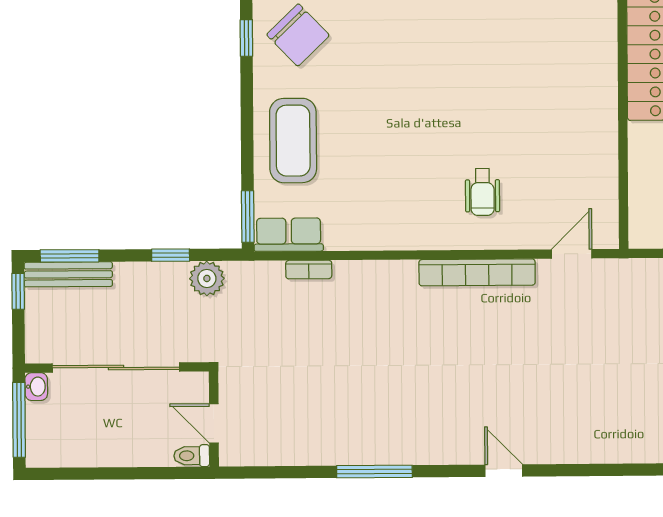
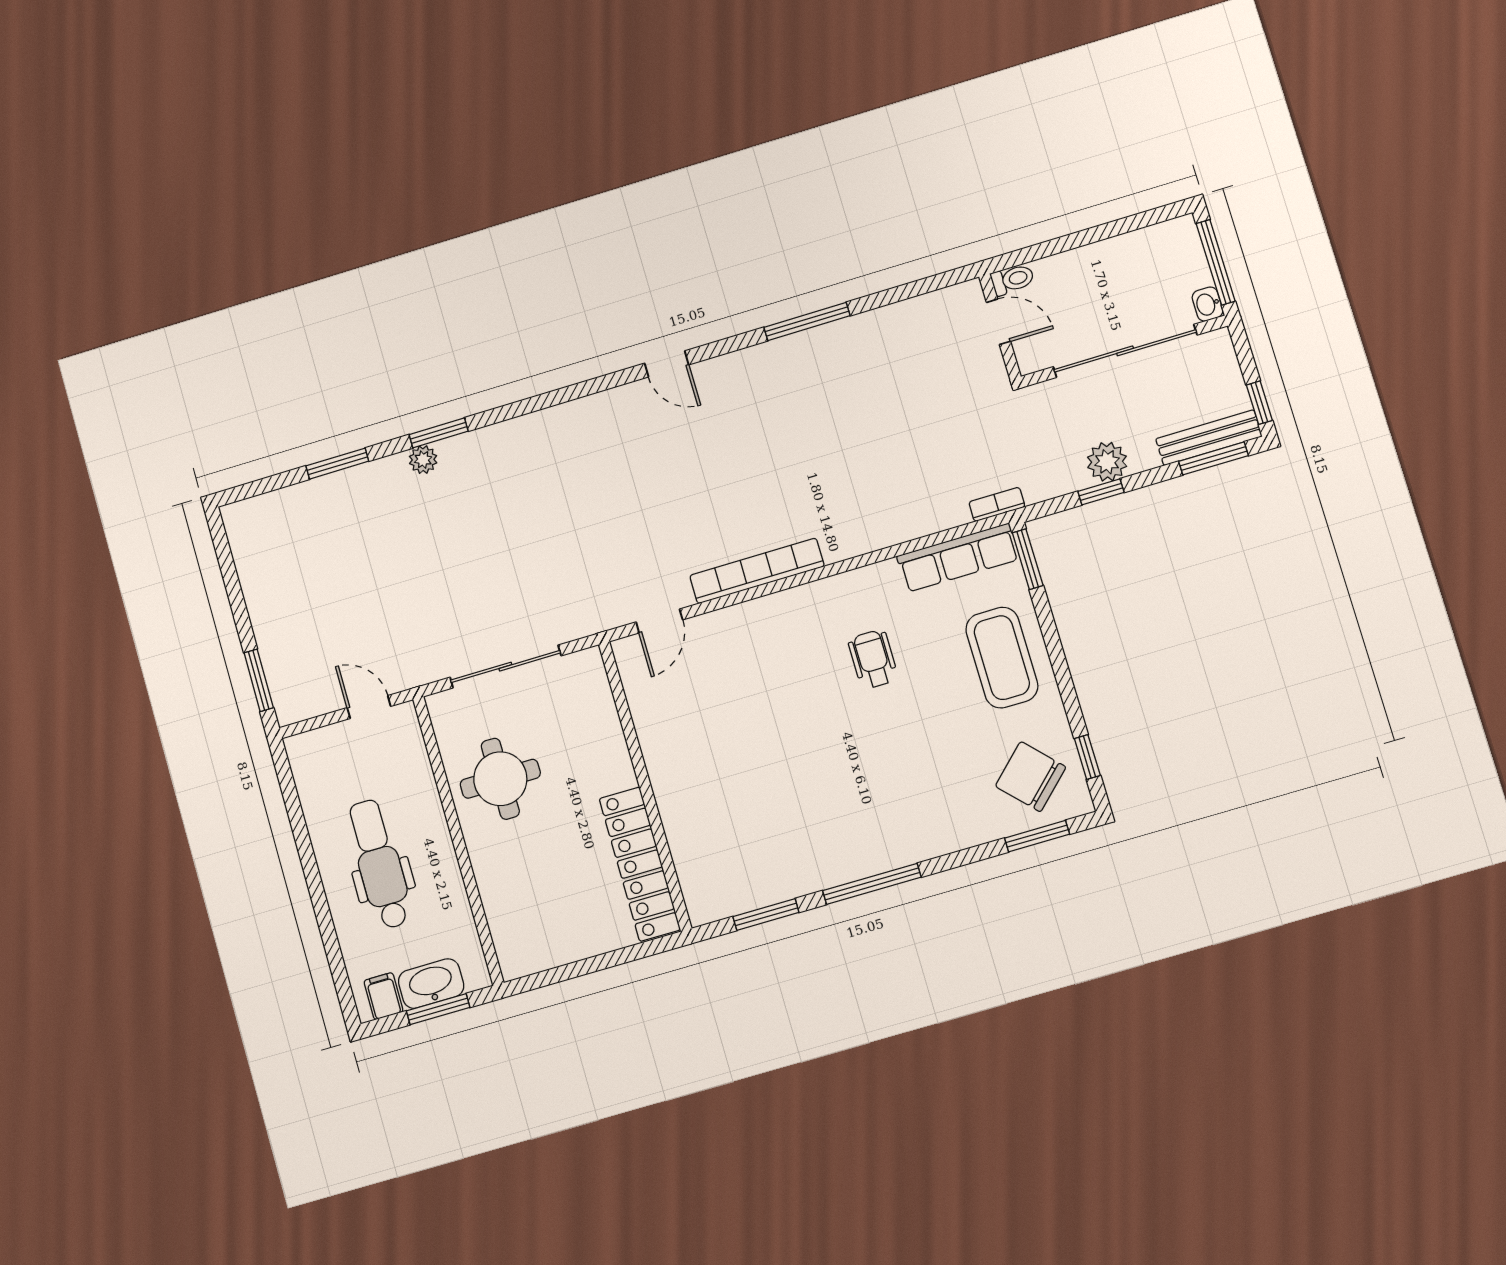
wheelchair: (482, 192) -> (873, 659), moved
row of seats: (289, 235) -> (958, 558), width x1.48
bookcase: (309, 270) -> (997, 504), moved
plant: (207, 278) -> (1107, 462), moved

